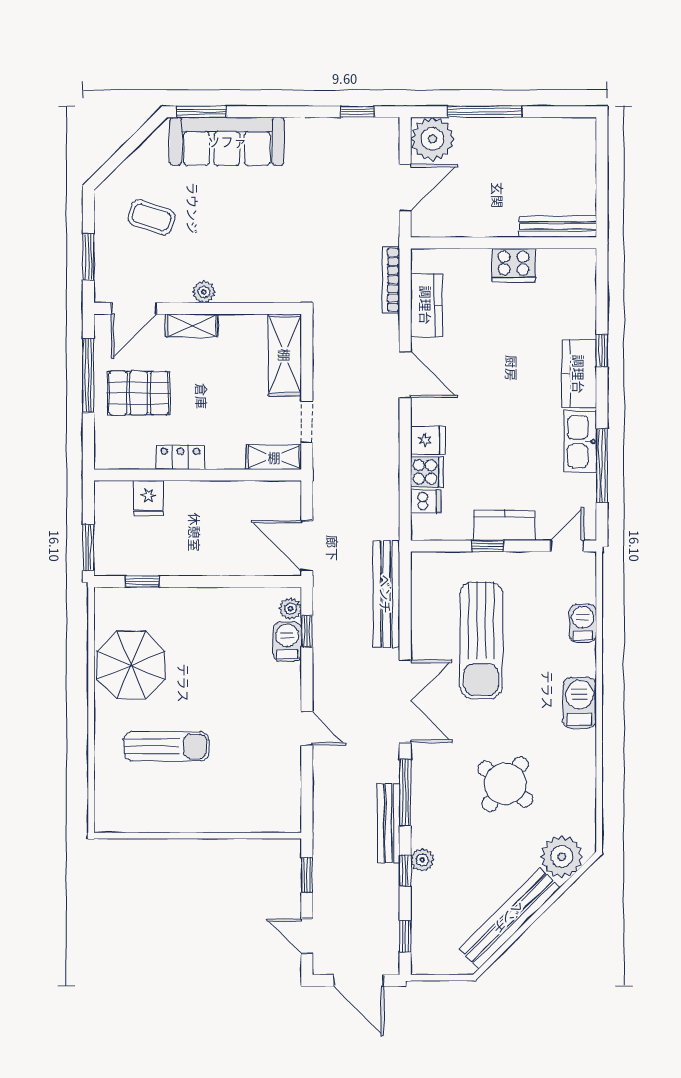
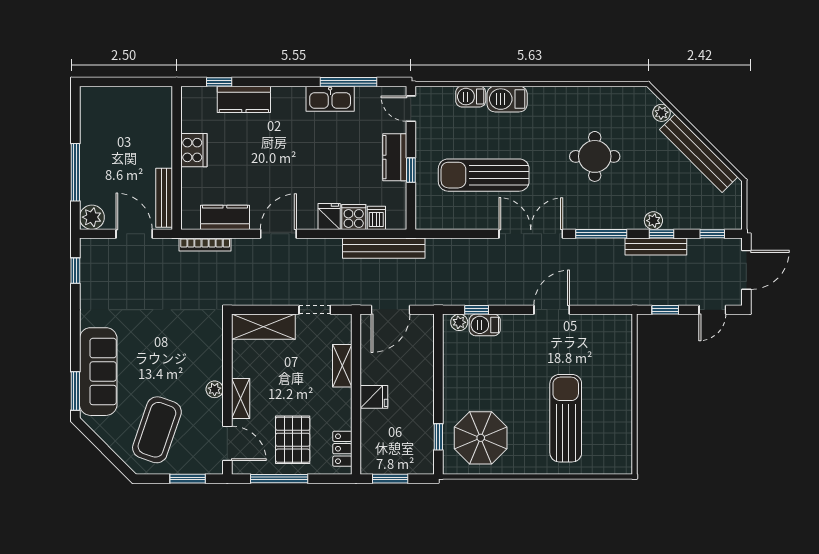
plant: (432, 139) -> (92, 217), width x0.73, depth x0.73
coffee table: (151, 217) -> (157, 430), width x1.86, depth x1.72
bench: (558, 227) -> (164, 198), moved
window: (602, 351) -> (219, 82), moved
kitchen counter: (579, 374) -> (244, 99), moved
locker: (180, 457) -> (342, 449), moved
shelving: (274, 457) -> (342, 366), moved
fridge: (149, 498) -> (374, 397), moved
door: (307, 546) -> (390, 310), moved
window: (88, 547) -> (390, 479), moved
bench: (386, 594) -> (384, 248), moved
sun lounger: (481, 640) -> (484, 175), turned 180
parasol: (131, 665) -> (481, 438), moved
barbecue: (580, 703) -> (507, 99), moved
door: (307, 728) -> (552, 310), width x1.38
sun lounger: (166, 746) -> (566, 418), width x1.36, depth x1.34
round table: (505, 784) -> (595, 156), turned -38
bench: (389, 823) -> (656, 247), moved
plant: (562, 857) -> (662, 113), width x0.53, depth x0.53

